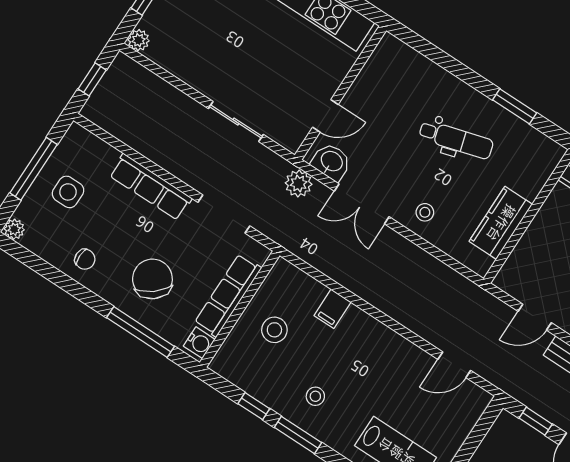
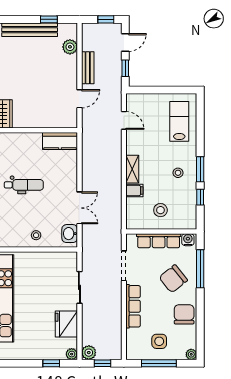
fridge: (192, 63) -> (66, 324), added
door: (325, 116) -> (51, 250), removed
dental chair: (456, 140) -> (24, 185), turned 106
plant: (299, 184) -> (89, 353), moved
stool: (425, 212) -> (36, 235), moved
kitchen counter: (501, 223) -> (60, 141), moved
chair: (85, 259) -> (184, 314), width x1.87, depth x1.87
door: (535, 317) -> (79, 99), hinge flipped
shelving: (369, 328) -> (132, 169), added

